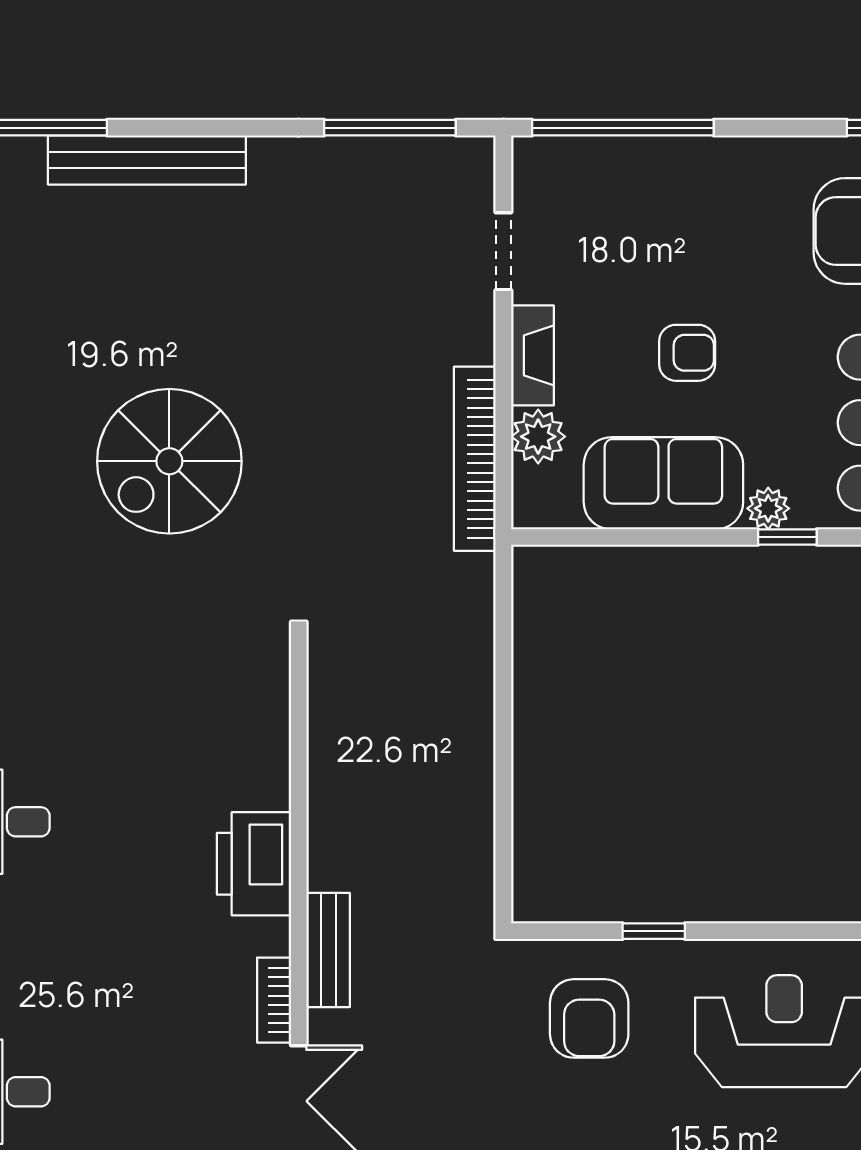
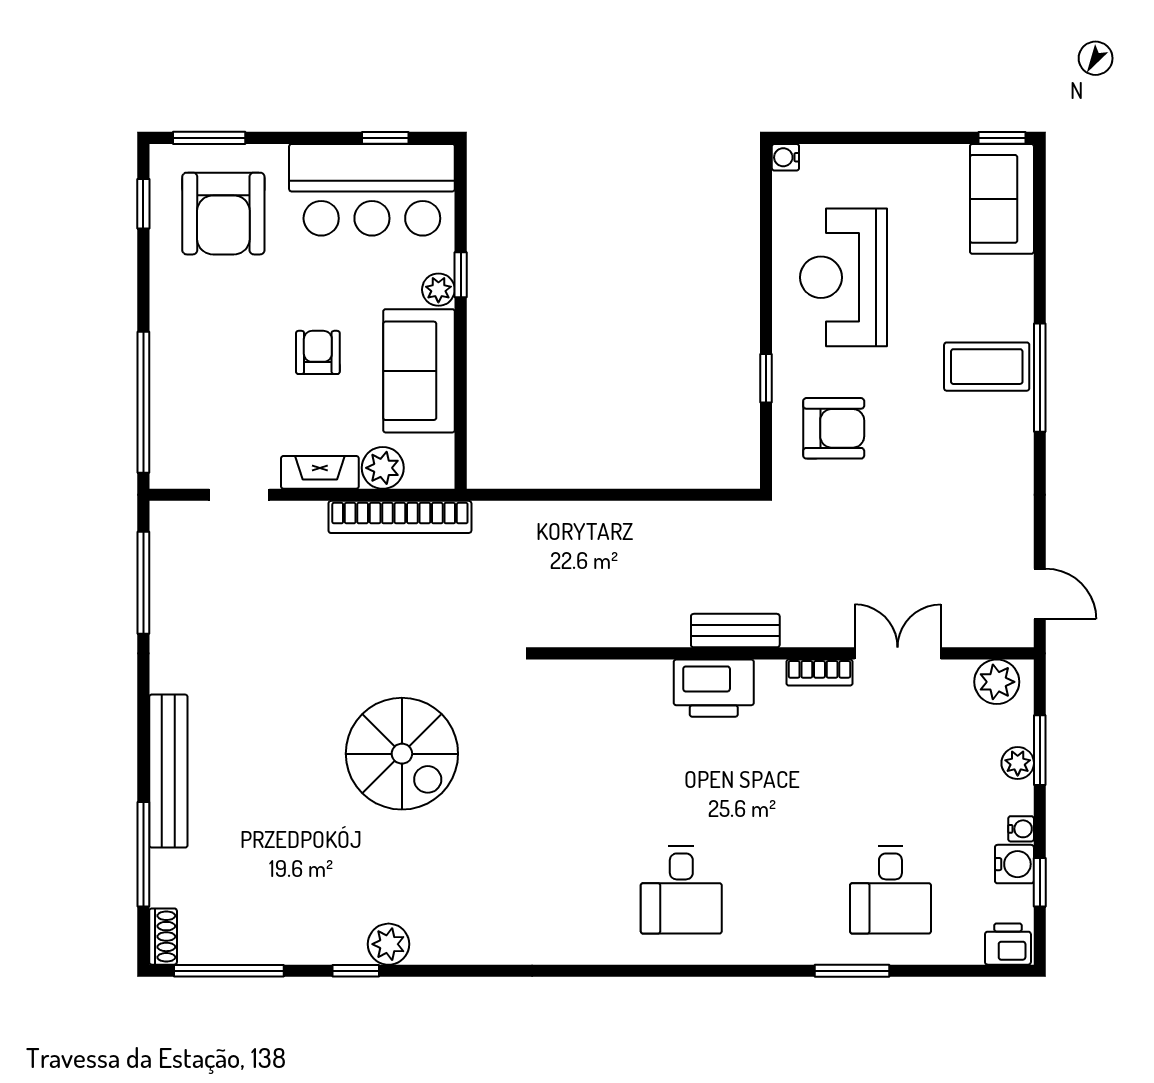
bench: (328, 950) -> (735, 631), moved

